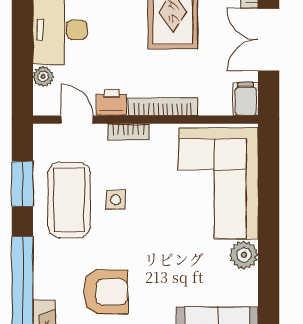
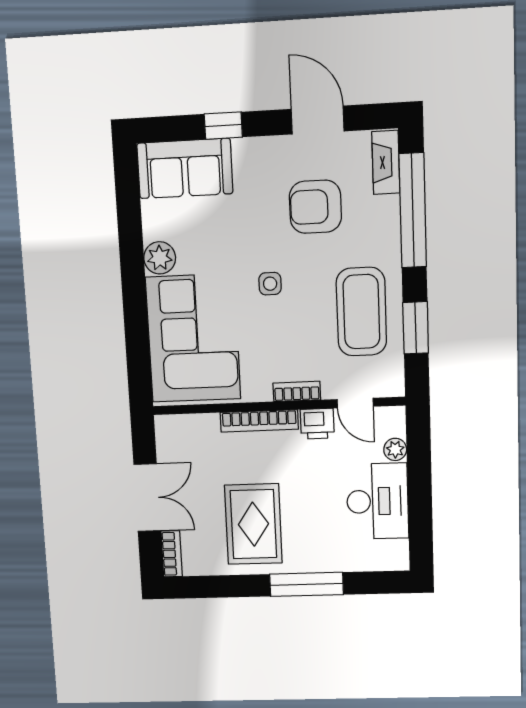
filing cabinet: (246, 99) -> (168, 432), removed
side table: (116, 200) -> (270, 284), moved

